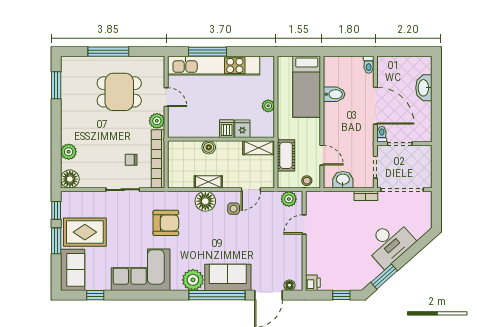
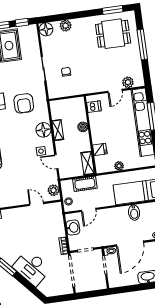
dining table: (119, 92) -> (113, 34), moved, turned 90
plant: (157, 121) -> (128, 82), moved
dishwasher: (227, 129) -> (94, 107), moved
bookcase: (158, 159) -> (69, 91), removed

